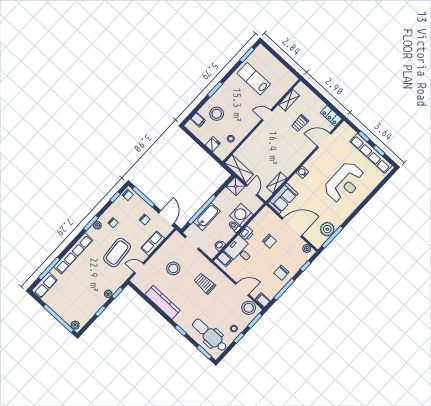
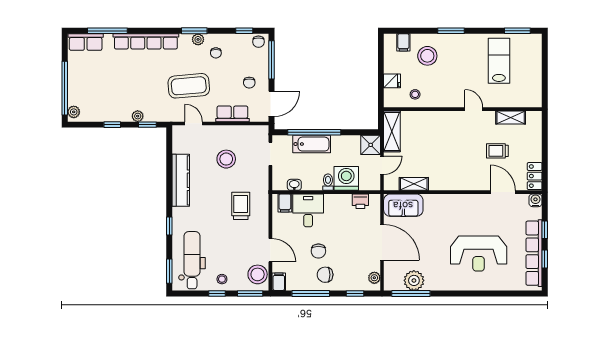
water cooler: (302, 172) -> (535, 200), moved
printer: (247, 233) -> (360, 201), moved
chair: (269, 241) -> (318, 251), moved

